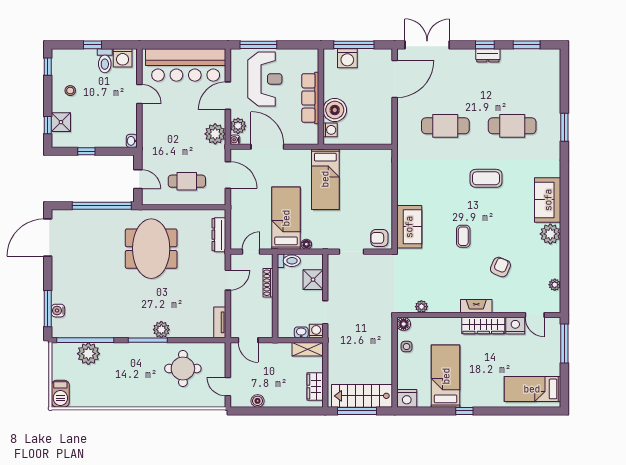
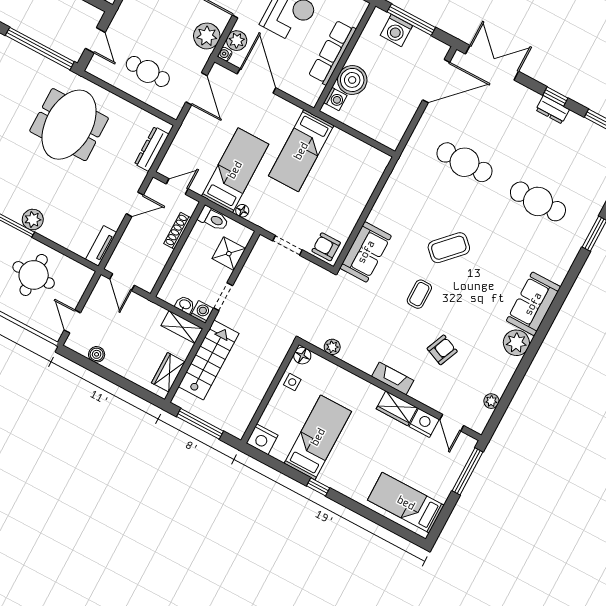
coffee table: (486, 178) -> (449, 248), moved, turned -46
wardrobe: (483, 326) -> (397, 408), width x0.67
stairs: (362, 396) -> (209, 360), moved, turned 90

